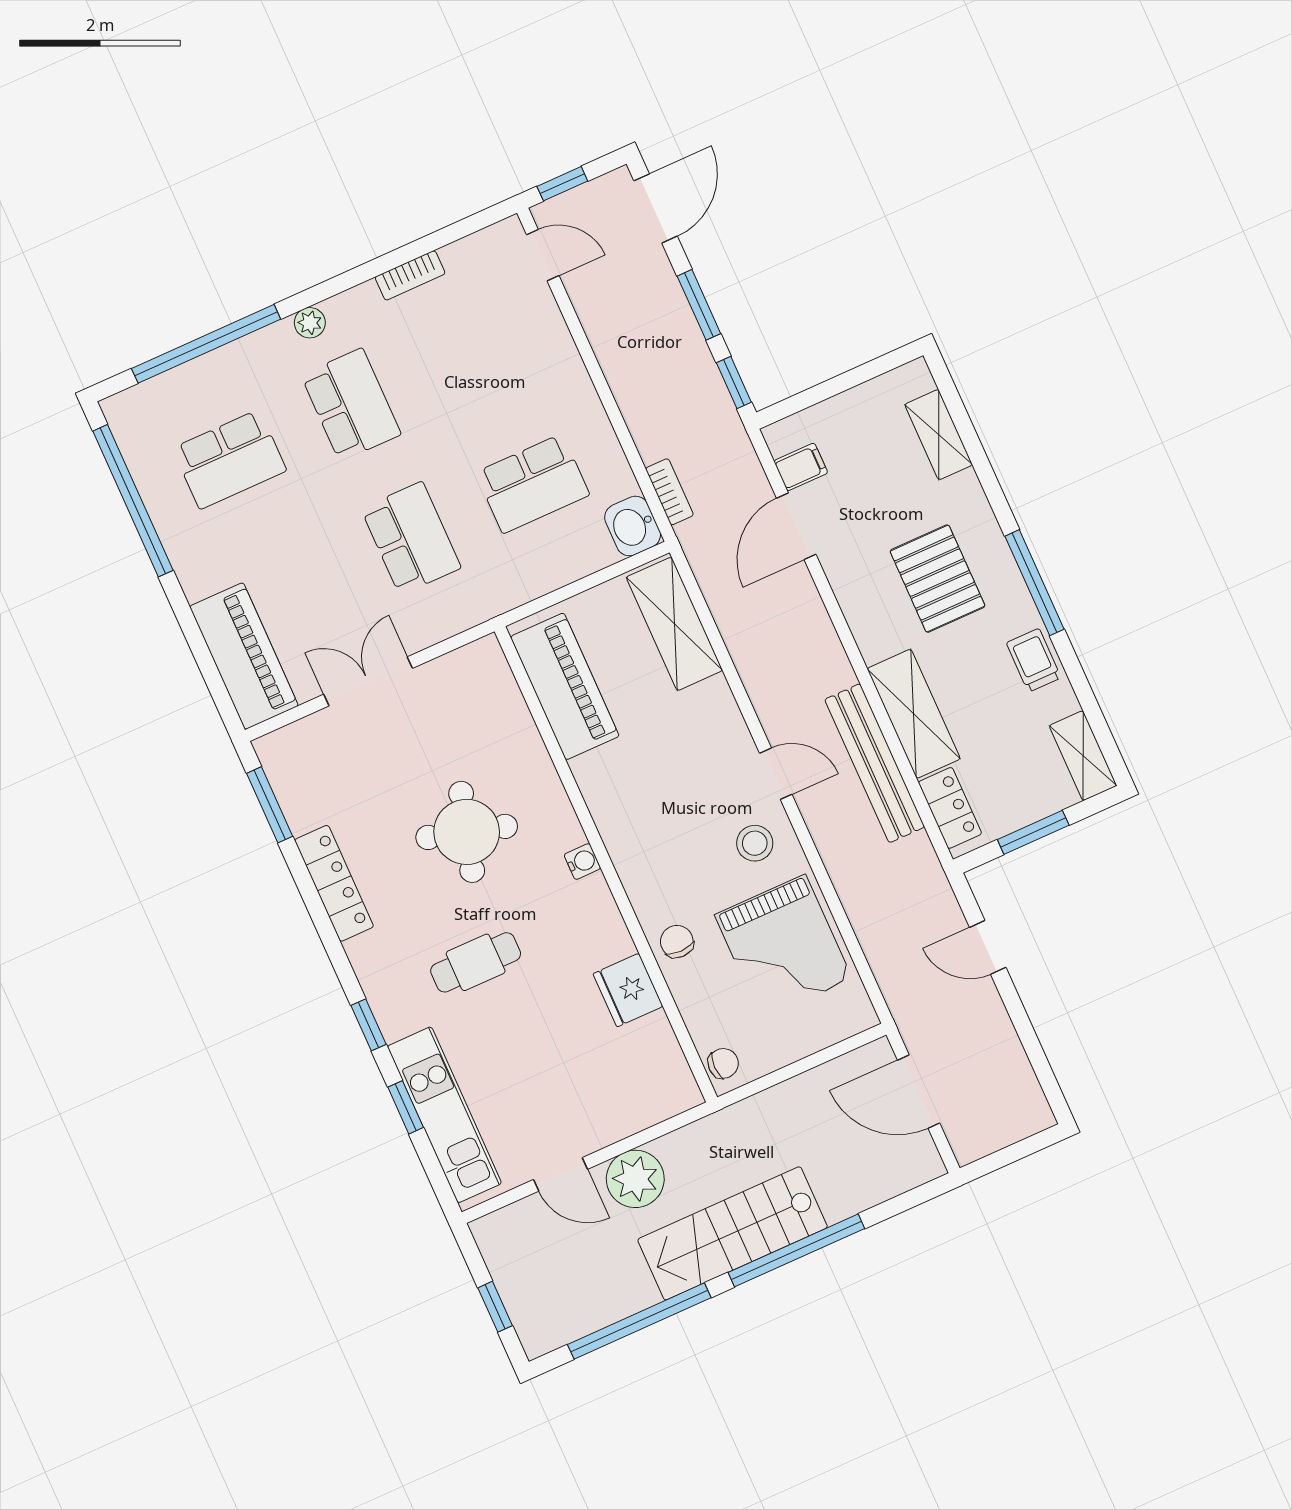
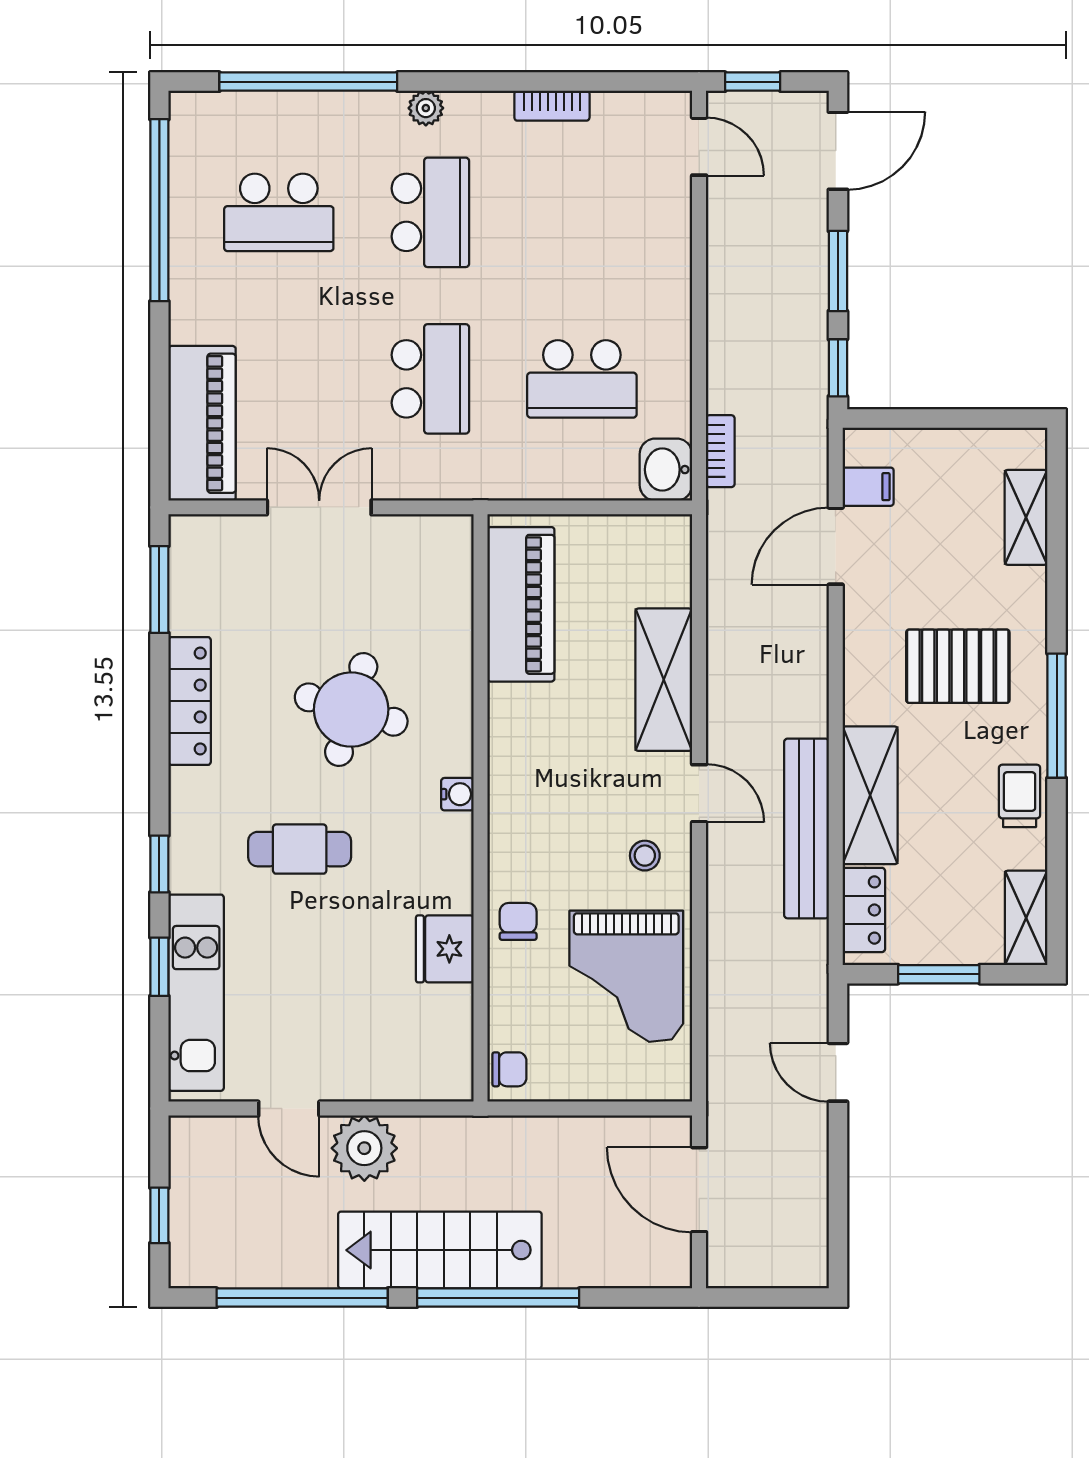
pallet: (938, 579) -> (958, 666), turned 90
shelving: (674, 624) -> (664, 680), moved
stool: (755, 843) -> (645, 856), width x0.73, depth x0.73

